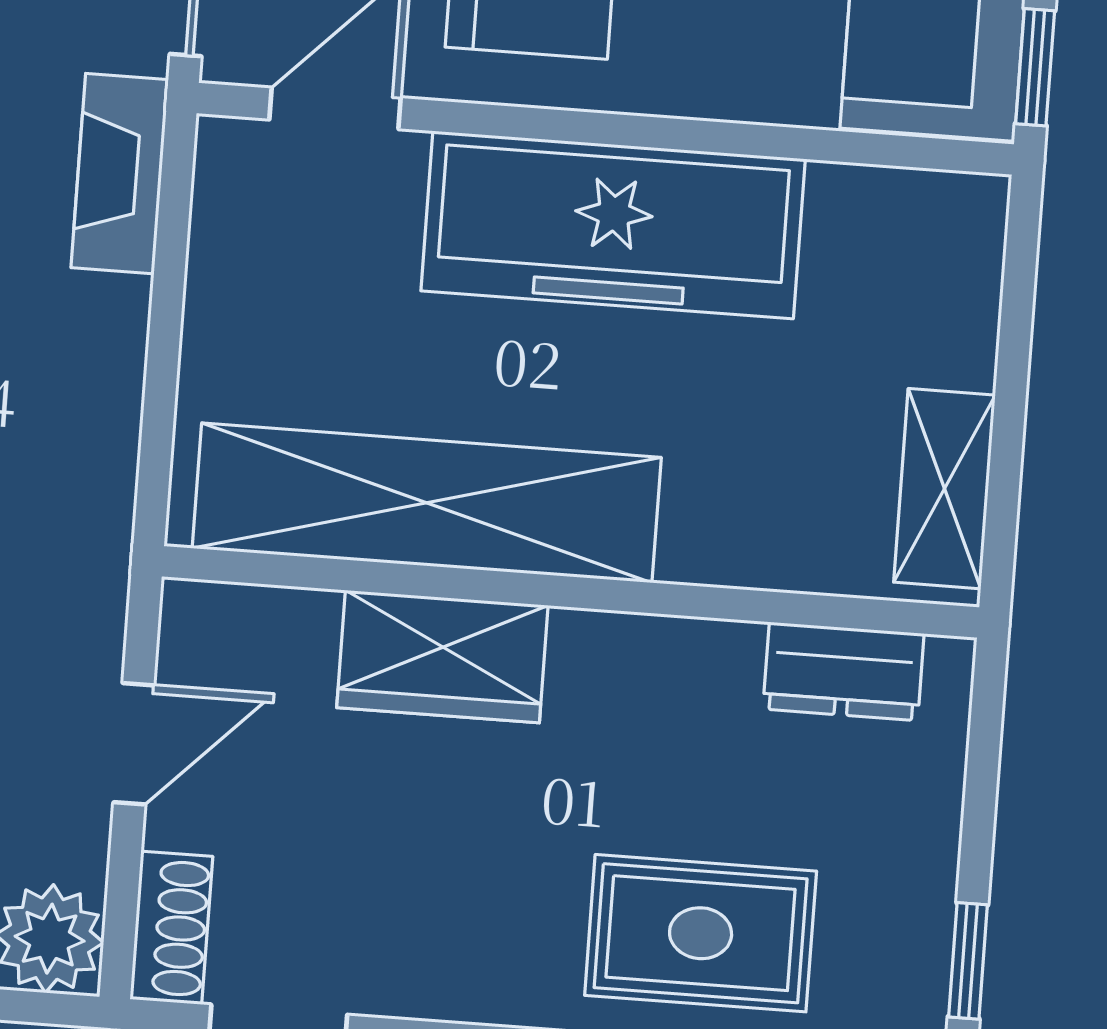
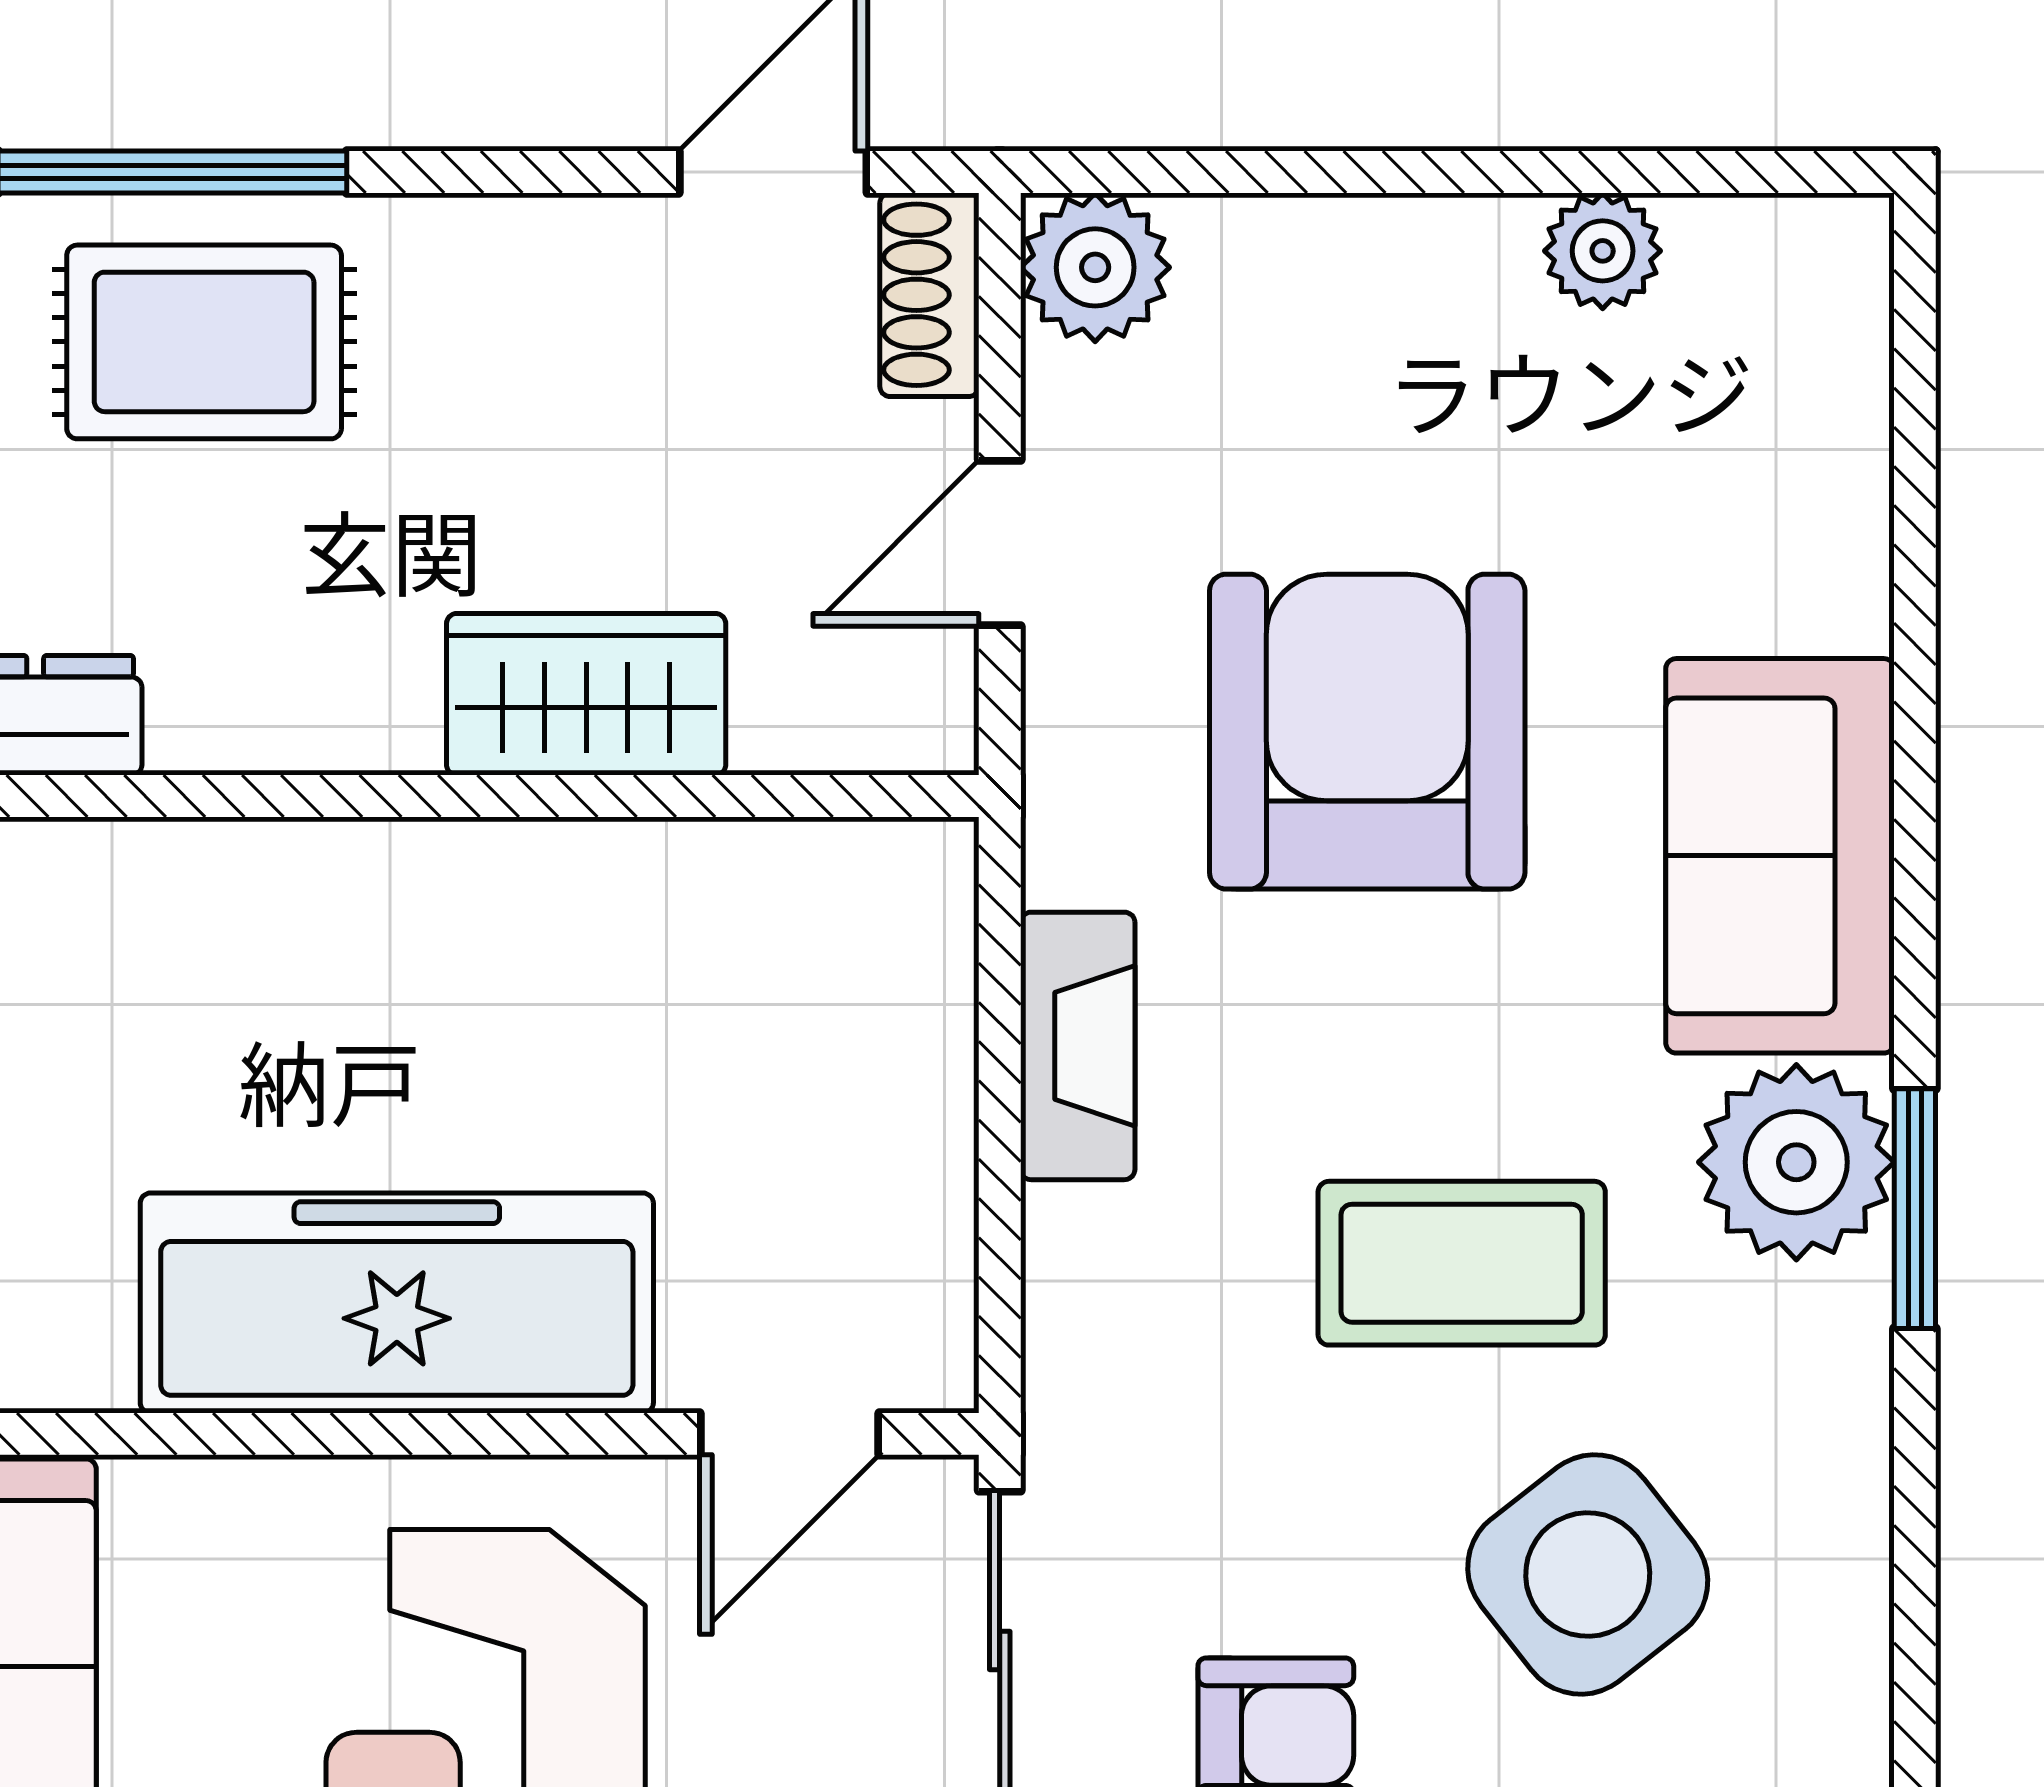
fireplace: (120, 174) -> (1078, 1046), moved
shelving: (427, 503) -> (623, 903), removed

